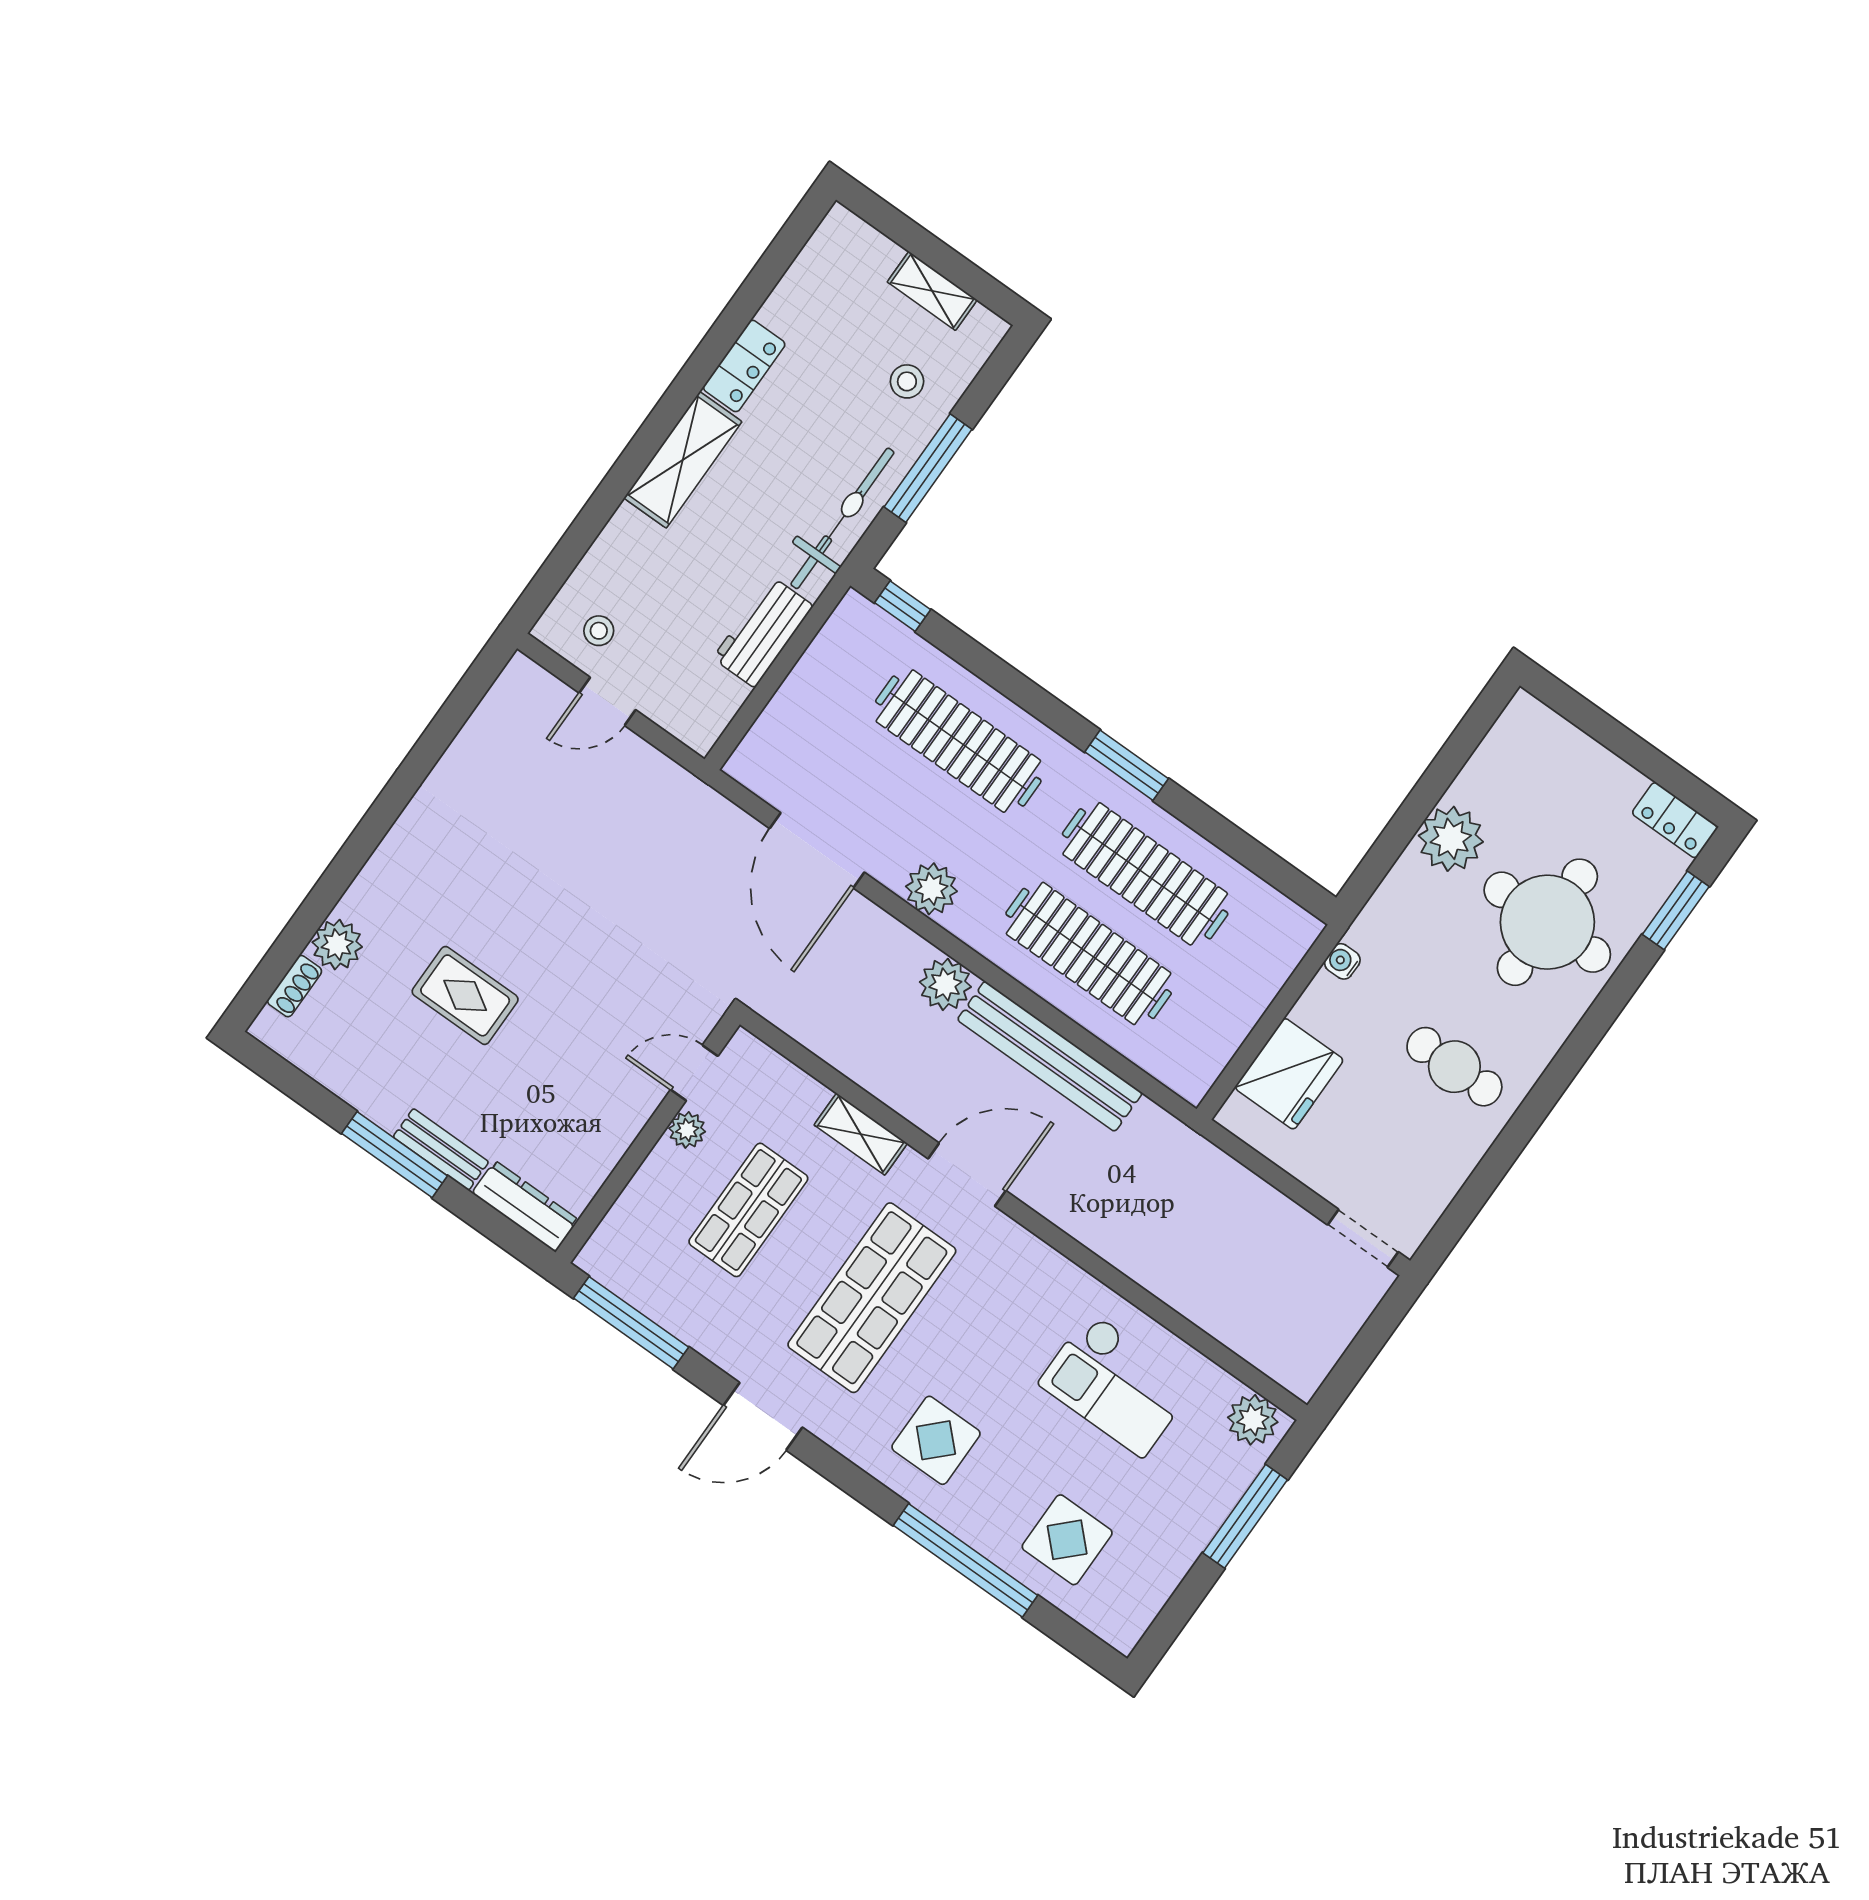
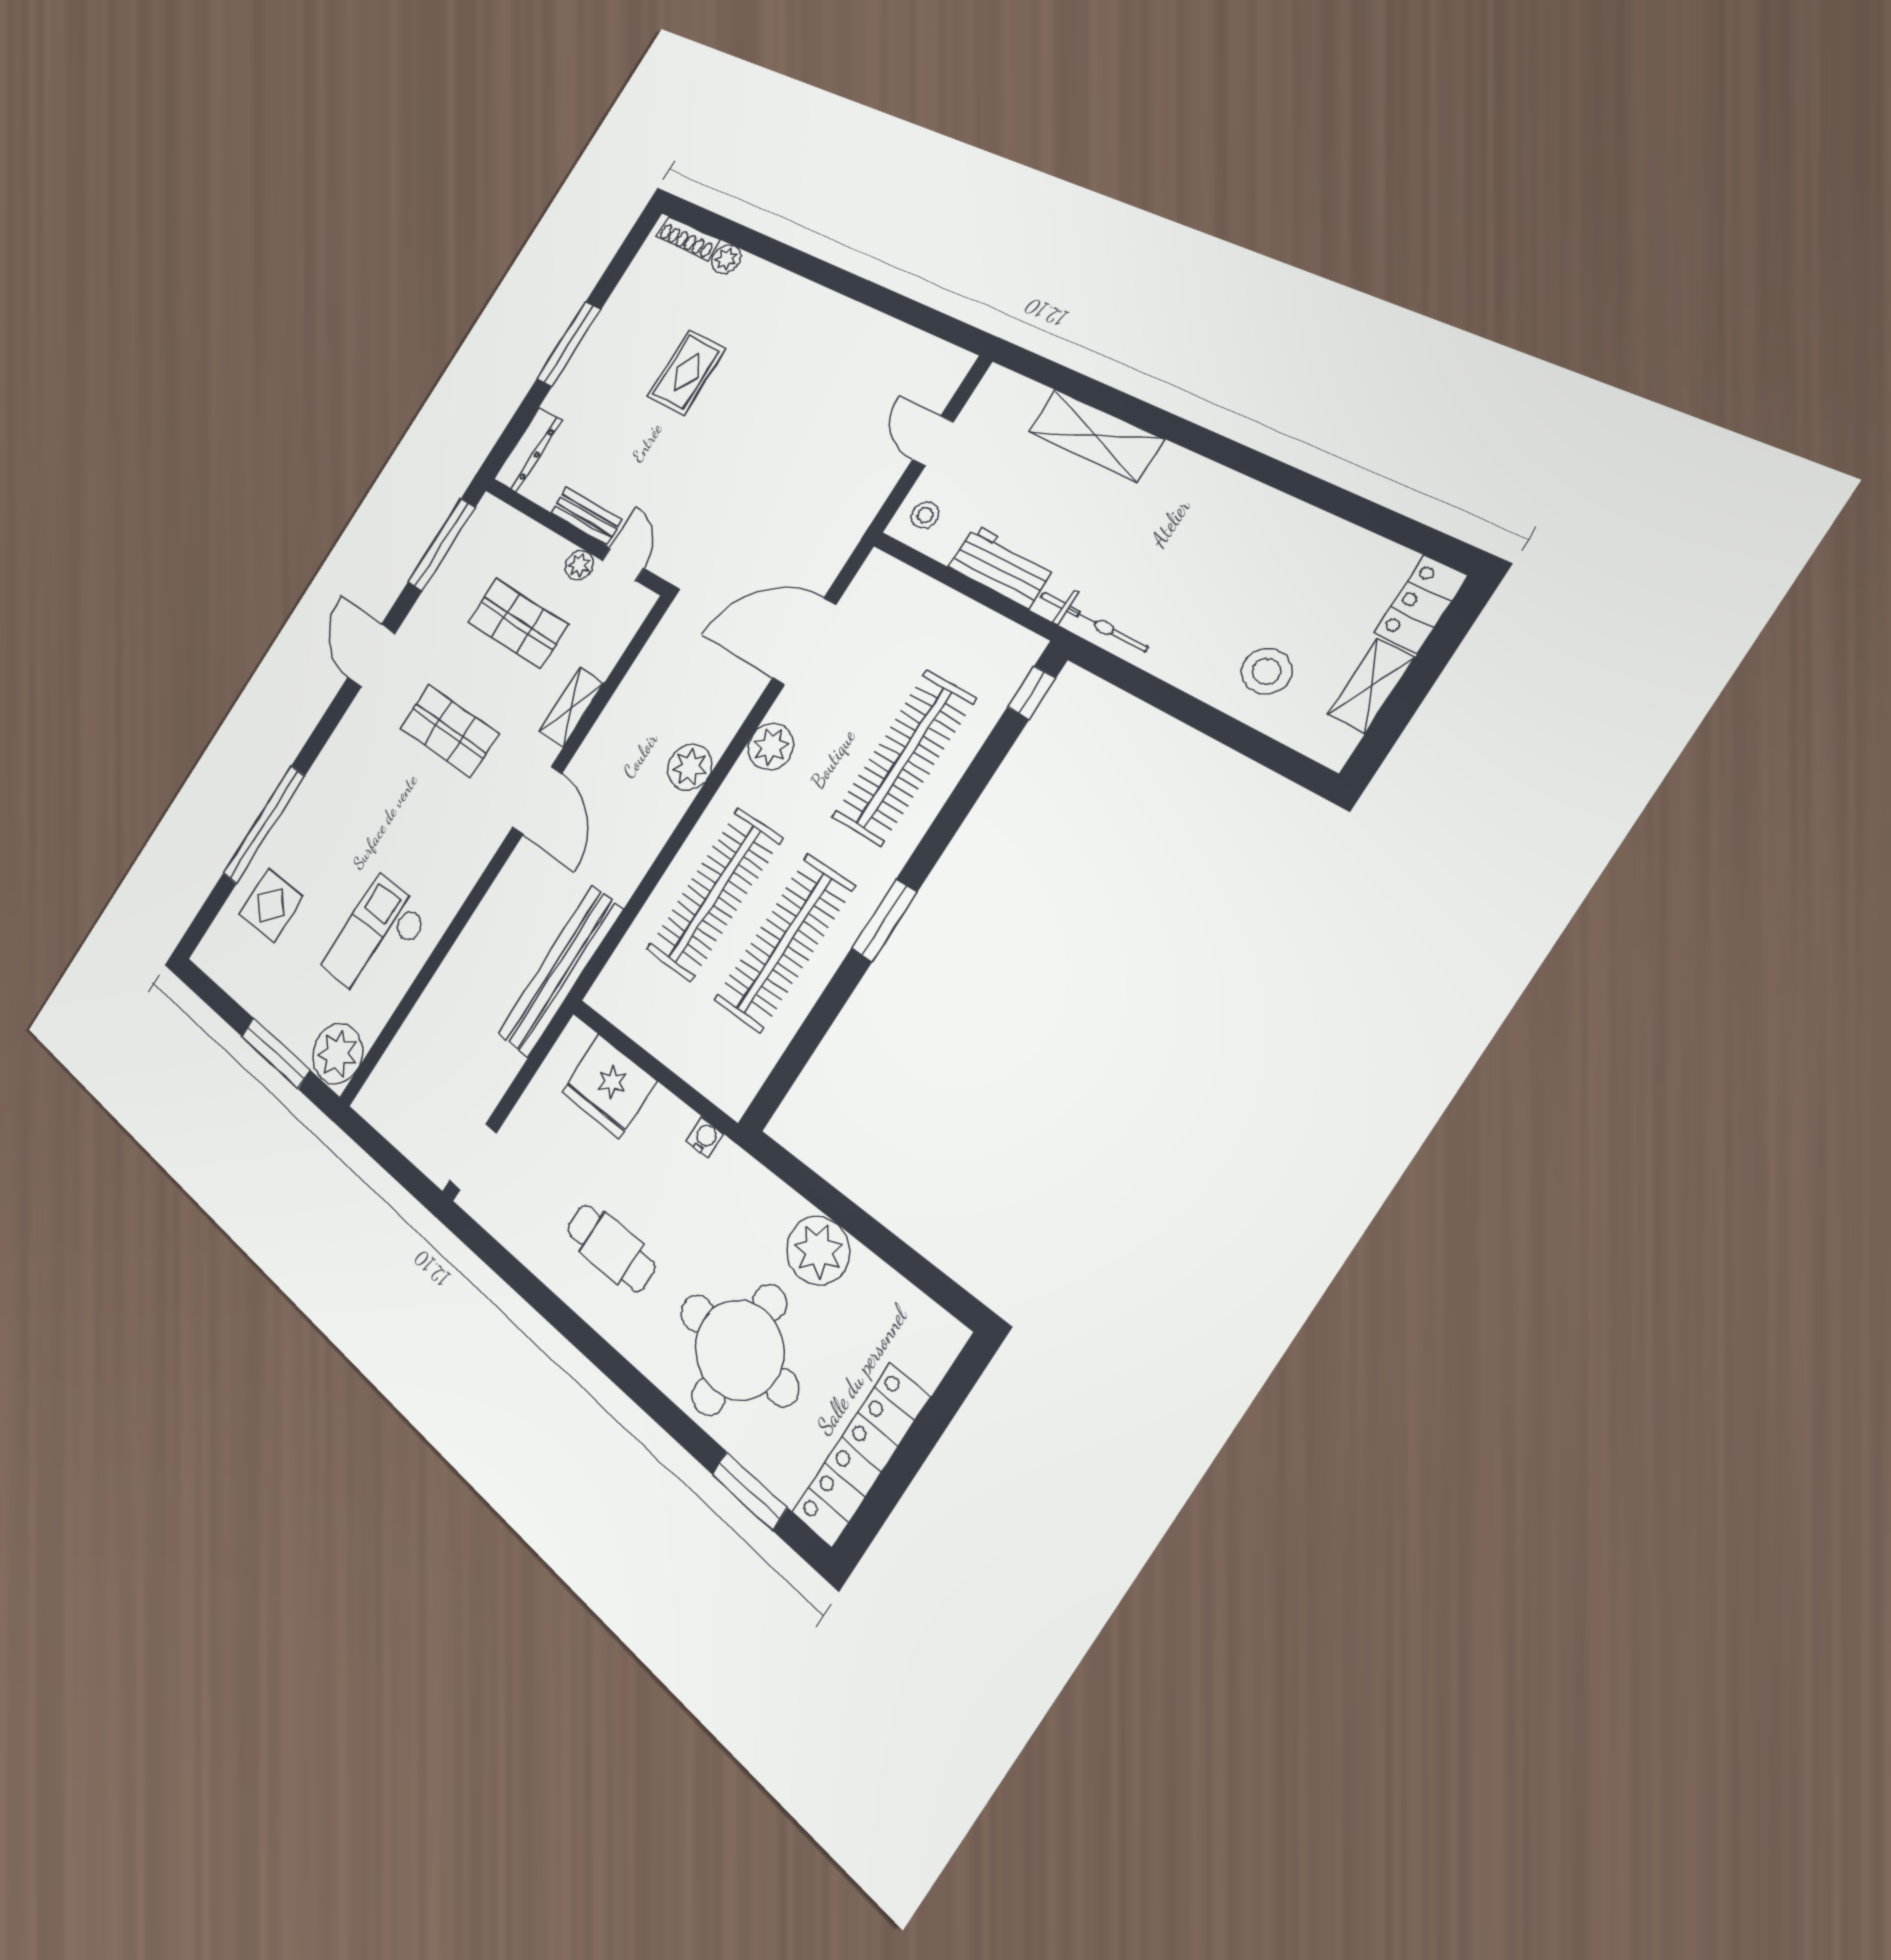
locker: (744, 366) -> (1421, 604), moved, turned 90
stool: (907, 381) -> (1266, 671), width x1.37, depth x1.37
shelving: (683, 460) -> (1095, 435), moved
window: (928, 468) -> (1174, 702), removed
bicycle: (842, 518) -> (1093, 622), width x0.73, depth x0.71
stool: (599, 631) -> (925, 515), moved
locker: (1675, 820) -> (861, 1455), width x2.16, depth x1.21
plant: (337, 945) -> (726, 259), width x0.73, depth x0.73
shoe rack: (294, 986) -> (688, 238), width x1.43
bench: (1050, 1056) -> (560, 971), moved
cafe table: (1454, 1067) -> (611, 1248), turned 90
bench: (441, 1149) -> (586, 516), moved, turned 90
shop shelf: (872, 1298) -> (449, 731), width x0.70, depth x0.74
plant: (1253, 1420) -> (338, 1053), width x1.36, depth x1.36
display table: (936, 1440) -> (346, 793), removed

